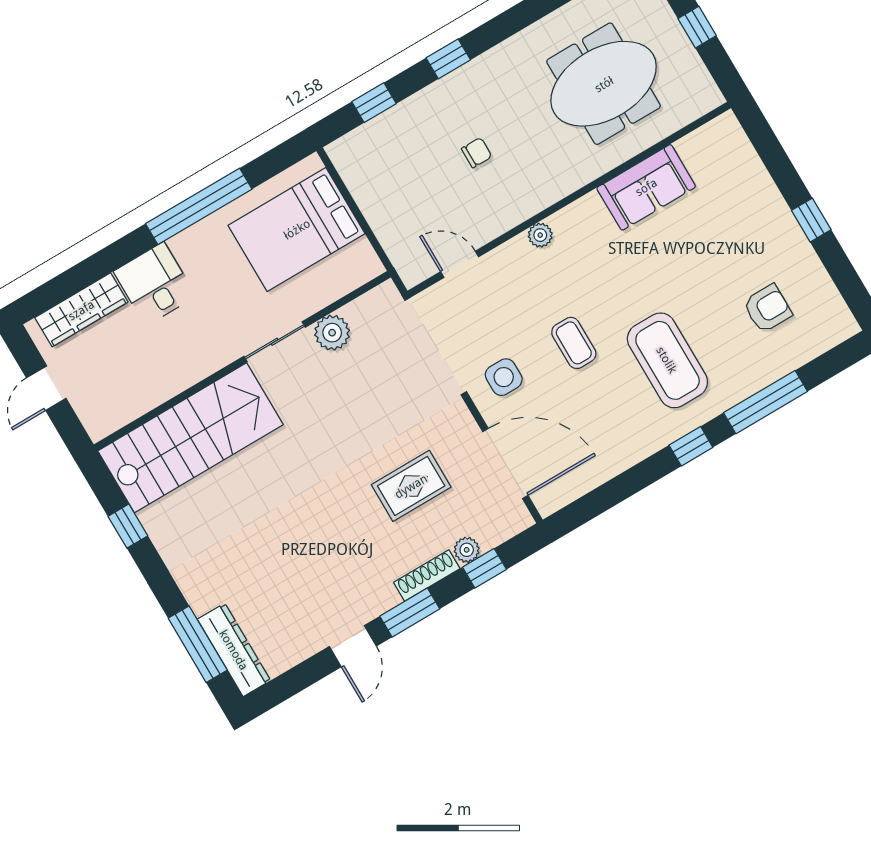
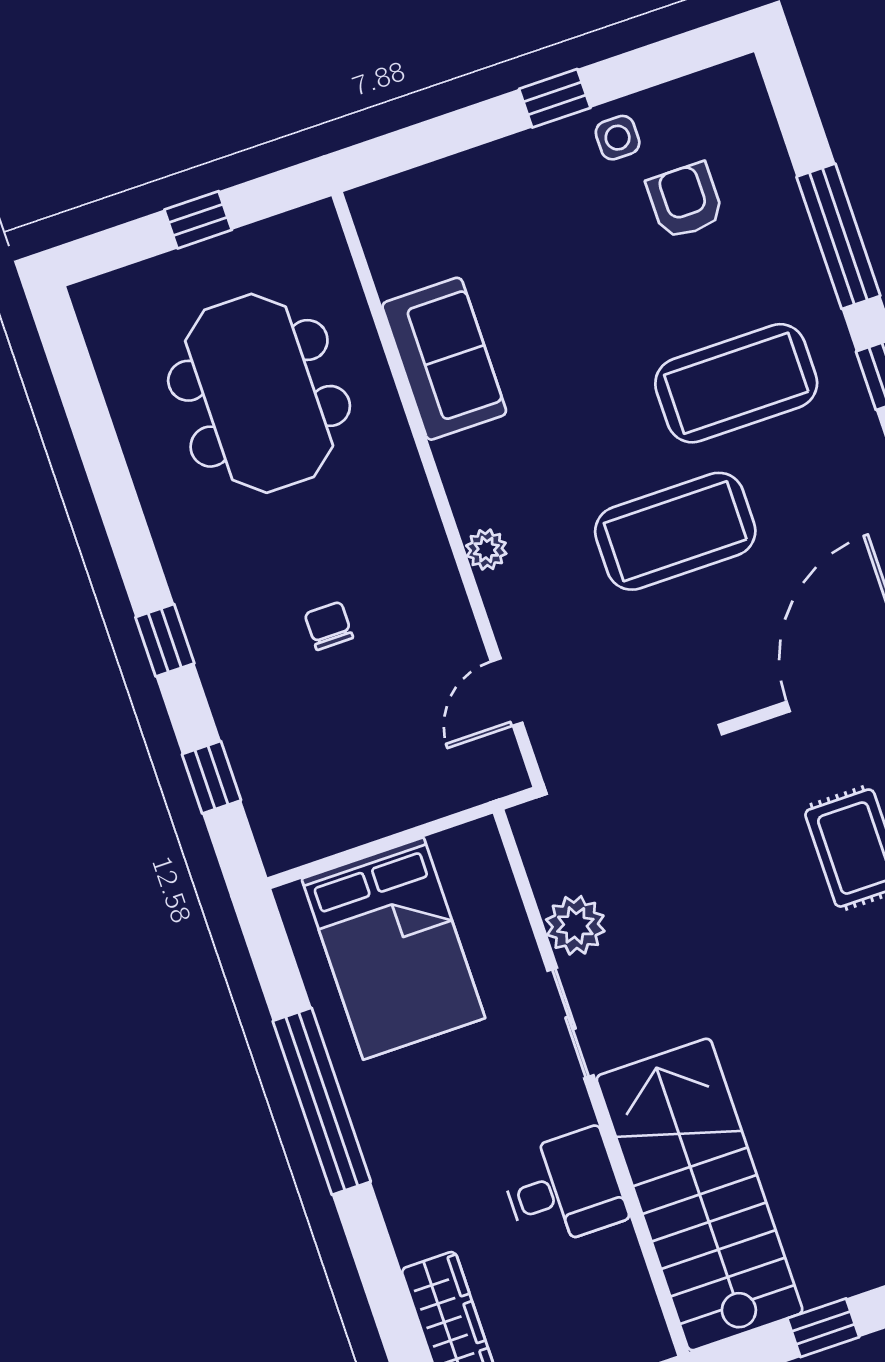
desk: (155, 284) -> (564, 1188), moved, turned 180
coffee table: (574, 343) -> (675, 531), width x1.86, depth x1.72
side table: (504, 377) -> (618, 138), moved, width x0.73, depth x0.73

